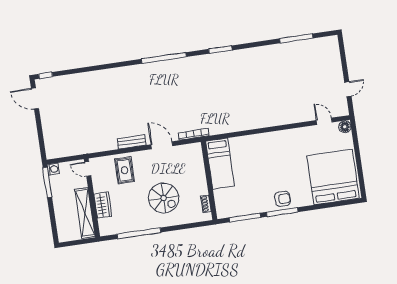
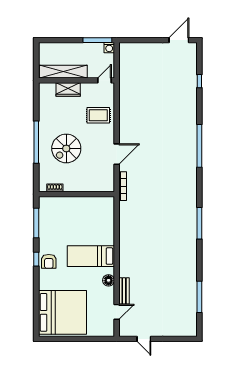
window: (220, 50) -> (199, 223), width x1.44
window: (164, 58) -> (199, 146), moved
window: (46, 75) -> (199, 81), moved
floor lamp: (345, 127) -> (109, 280), moved
bench: (132, 142) -> (124, 291), moved
bed: (220, 164) -> (91, 256), moved
window: (282, 212) -> (36, 259), width x0.46
window: (139, 233) -> (36, 142), moved

